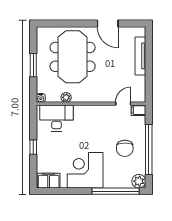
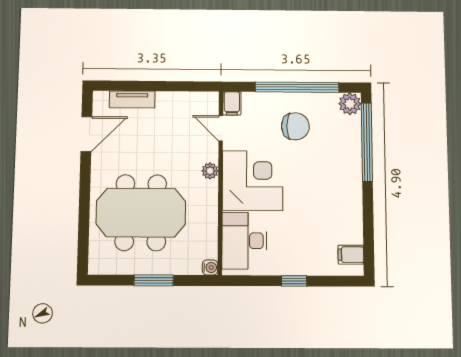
door: (108, 24) -> (86, 134), moved
tv unit: (140, 56) -> (132, 99), width x0.71
plant: (66, 97) -> (210, 171), moved
corner desk: (85, 170) -> (252, 181), moved, turned 180
filing cabinet: (49, 181) -> (351, 255), width x0.50

